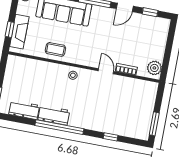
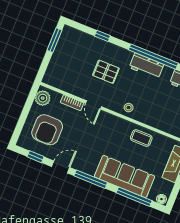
armchair: (144, 39) -> (47, 130), added
pallet: (101, 104) -> (106, 72), added
workbench: (54, 115) -> (146, 66), moved

